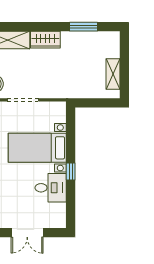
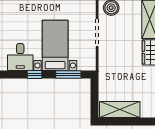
shelving: (113, 74) -> (120, 109), width x1.50, depth x1.33
window: (71, 133) -> (68, 74), added

